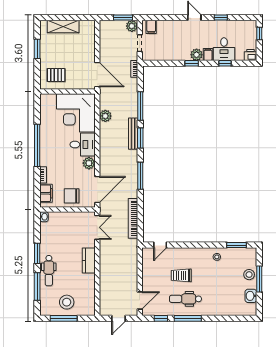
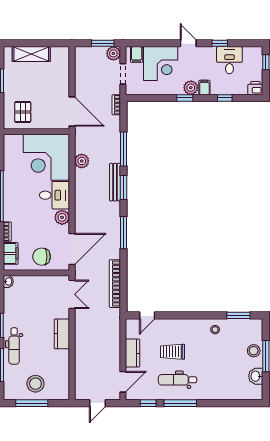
corner desk: (171, 34) -> (161, 64), added
desk: (224, 49) -> (229, 60), moved, turned 180
pallet: (56, 75) -> (23, 112), turned 90
kitchen counter: (148, 276) -> (132, 353), added

